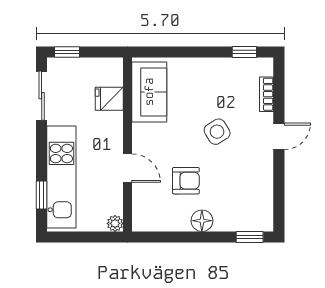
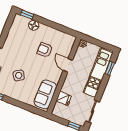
side table: (217, 132) -> (19, 75), moved
floor lamp: (202, 221) -> (34, 25), moved

